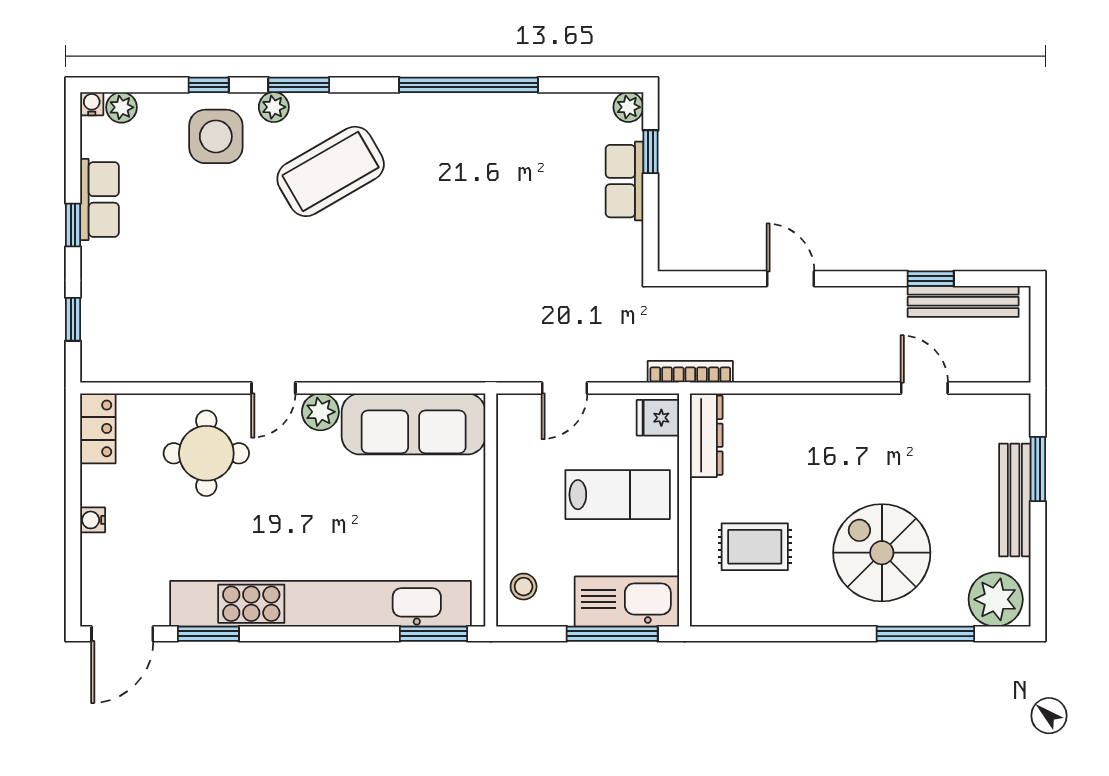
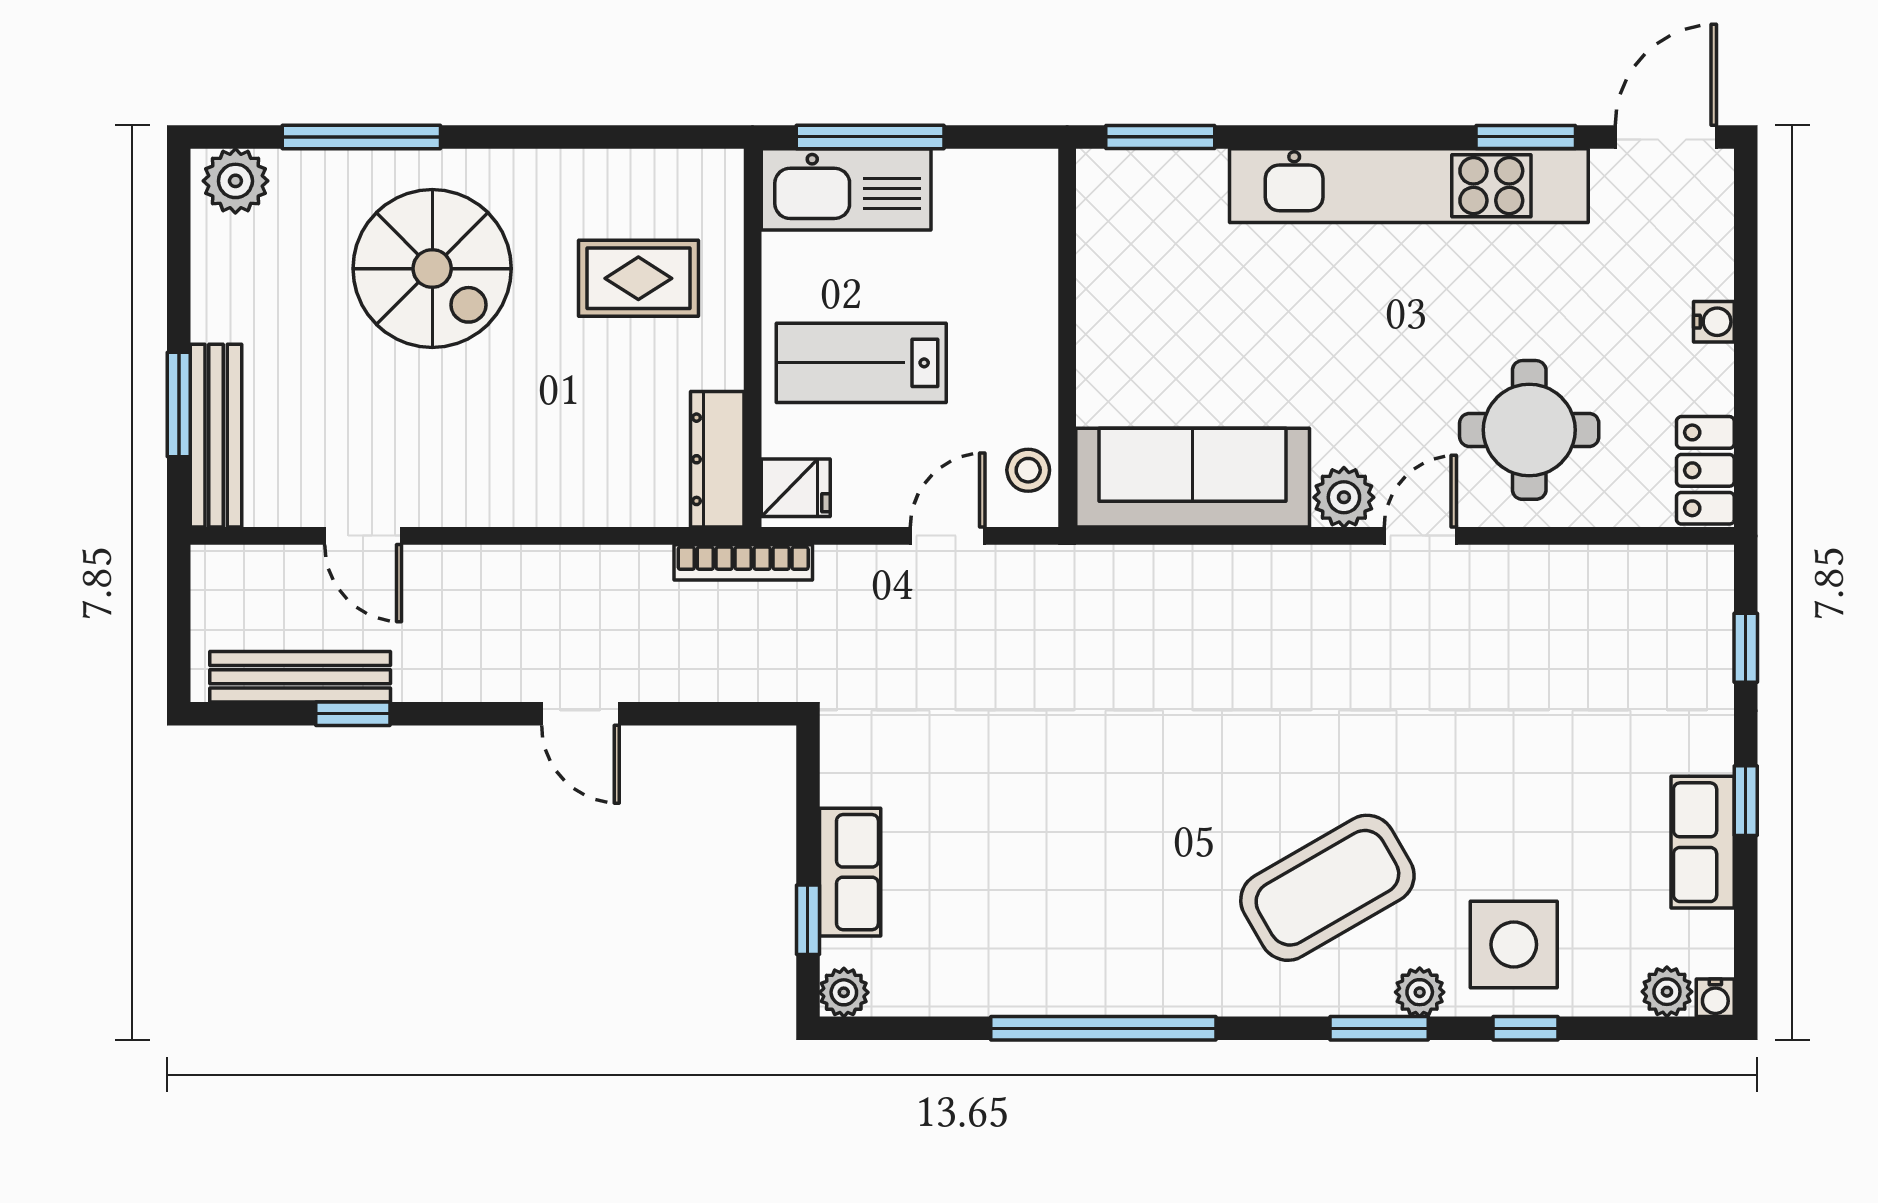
bench: (1015, 500) -> (216, 436), moved
stool: (524, 587) -> (1028, 470), moved
plant: (996, 599) -> (235, 181), width x0.73, depth x0.73
kitchen unit: (321, 604) -> (1409, 186), width x0.73

